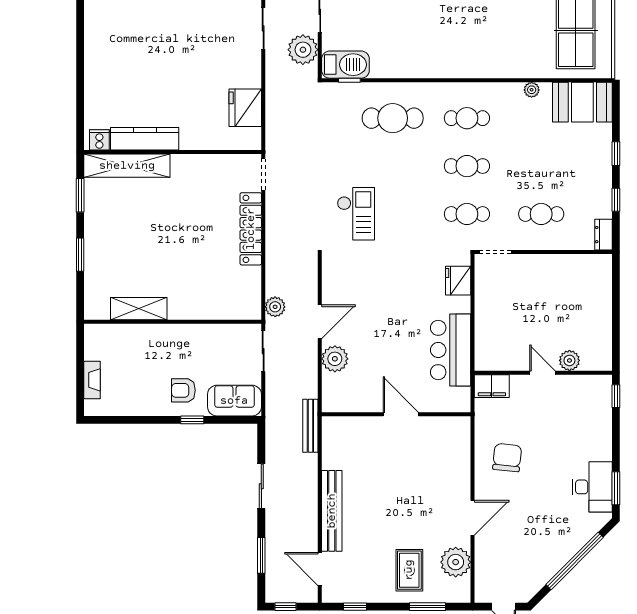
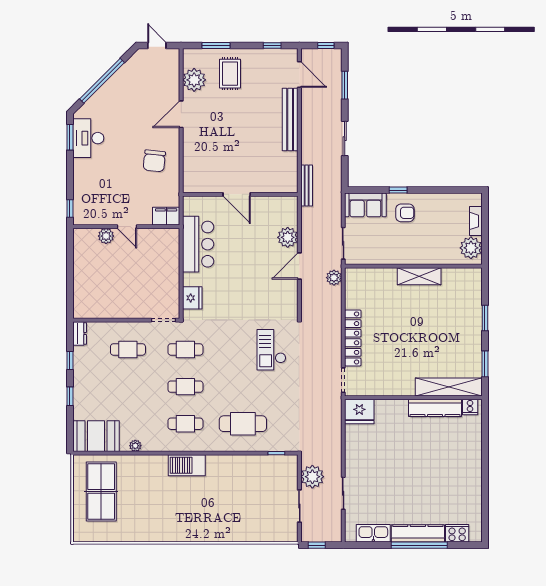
barbecue: (345, 65) -> (187, 465), moved
fridge: (245, 108) -> (359, 411), moved, turned 90
shelving: (139, 309) -> (419, 276), moved
plant: (98, 345) -> (471, 248), added

